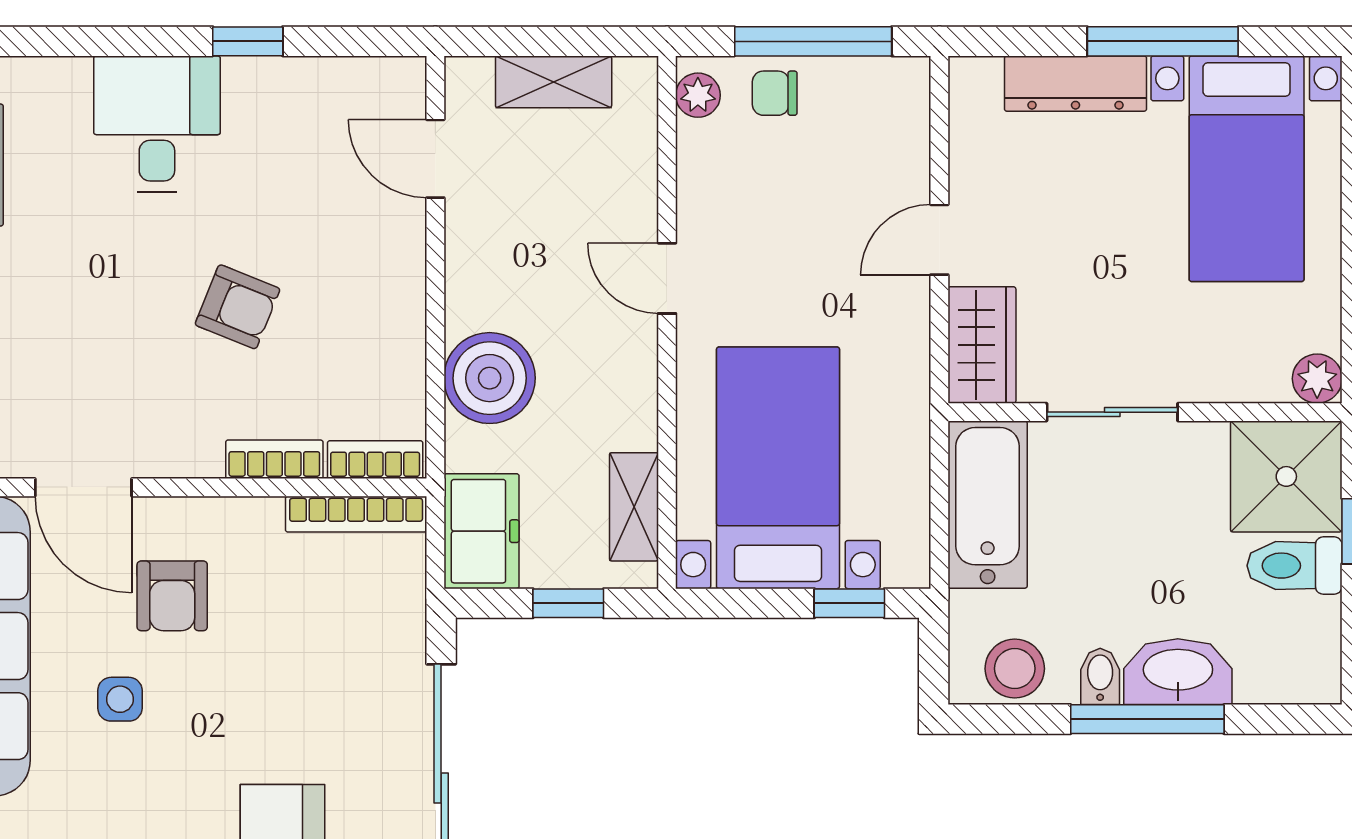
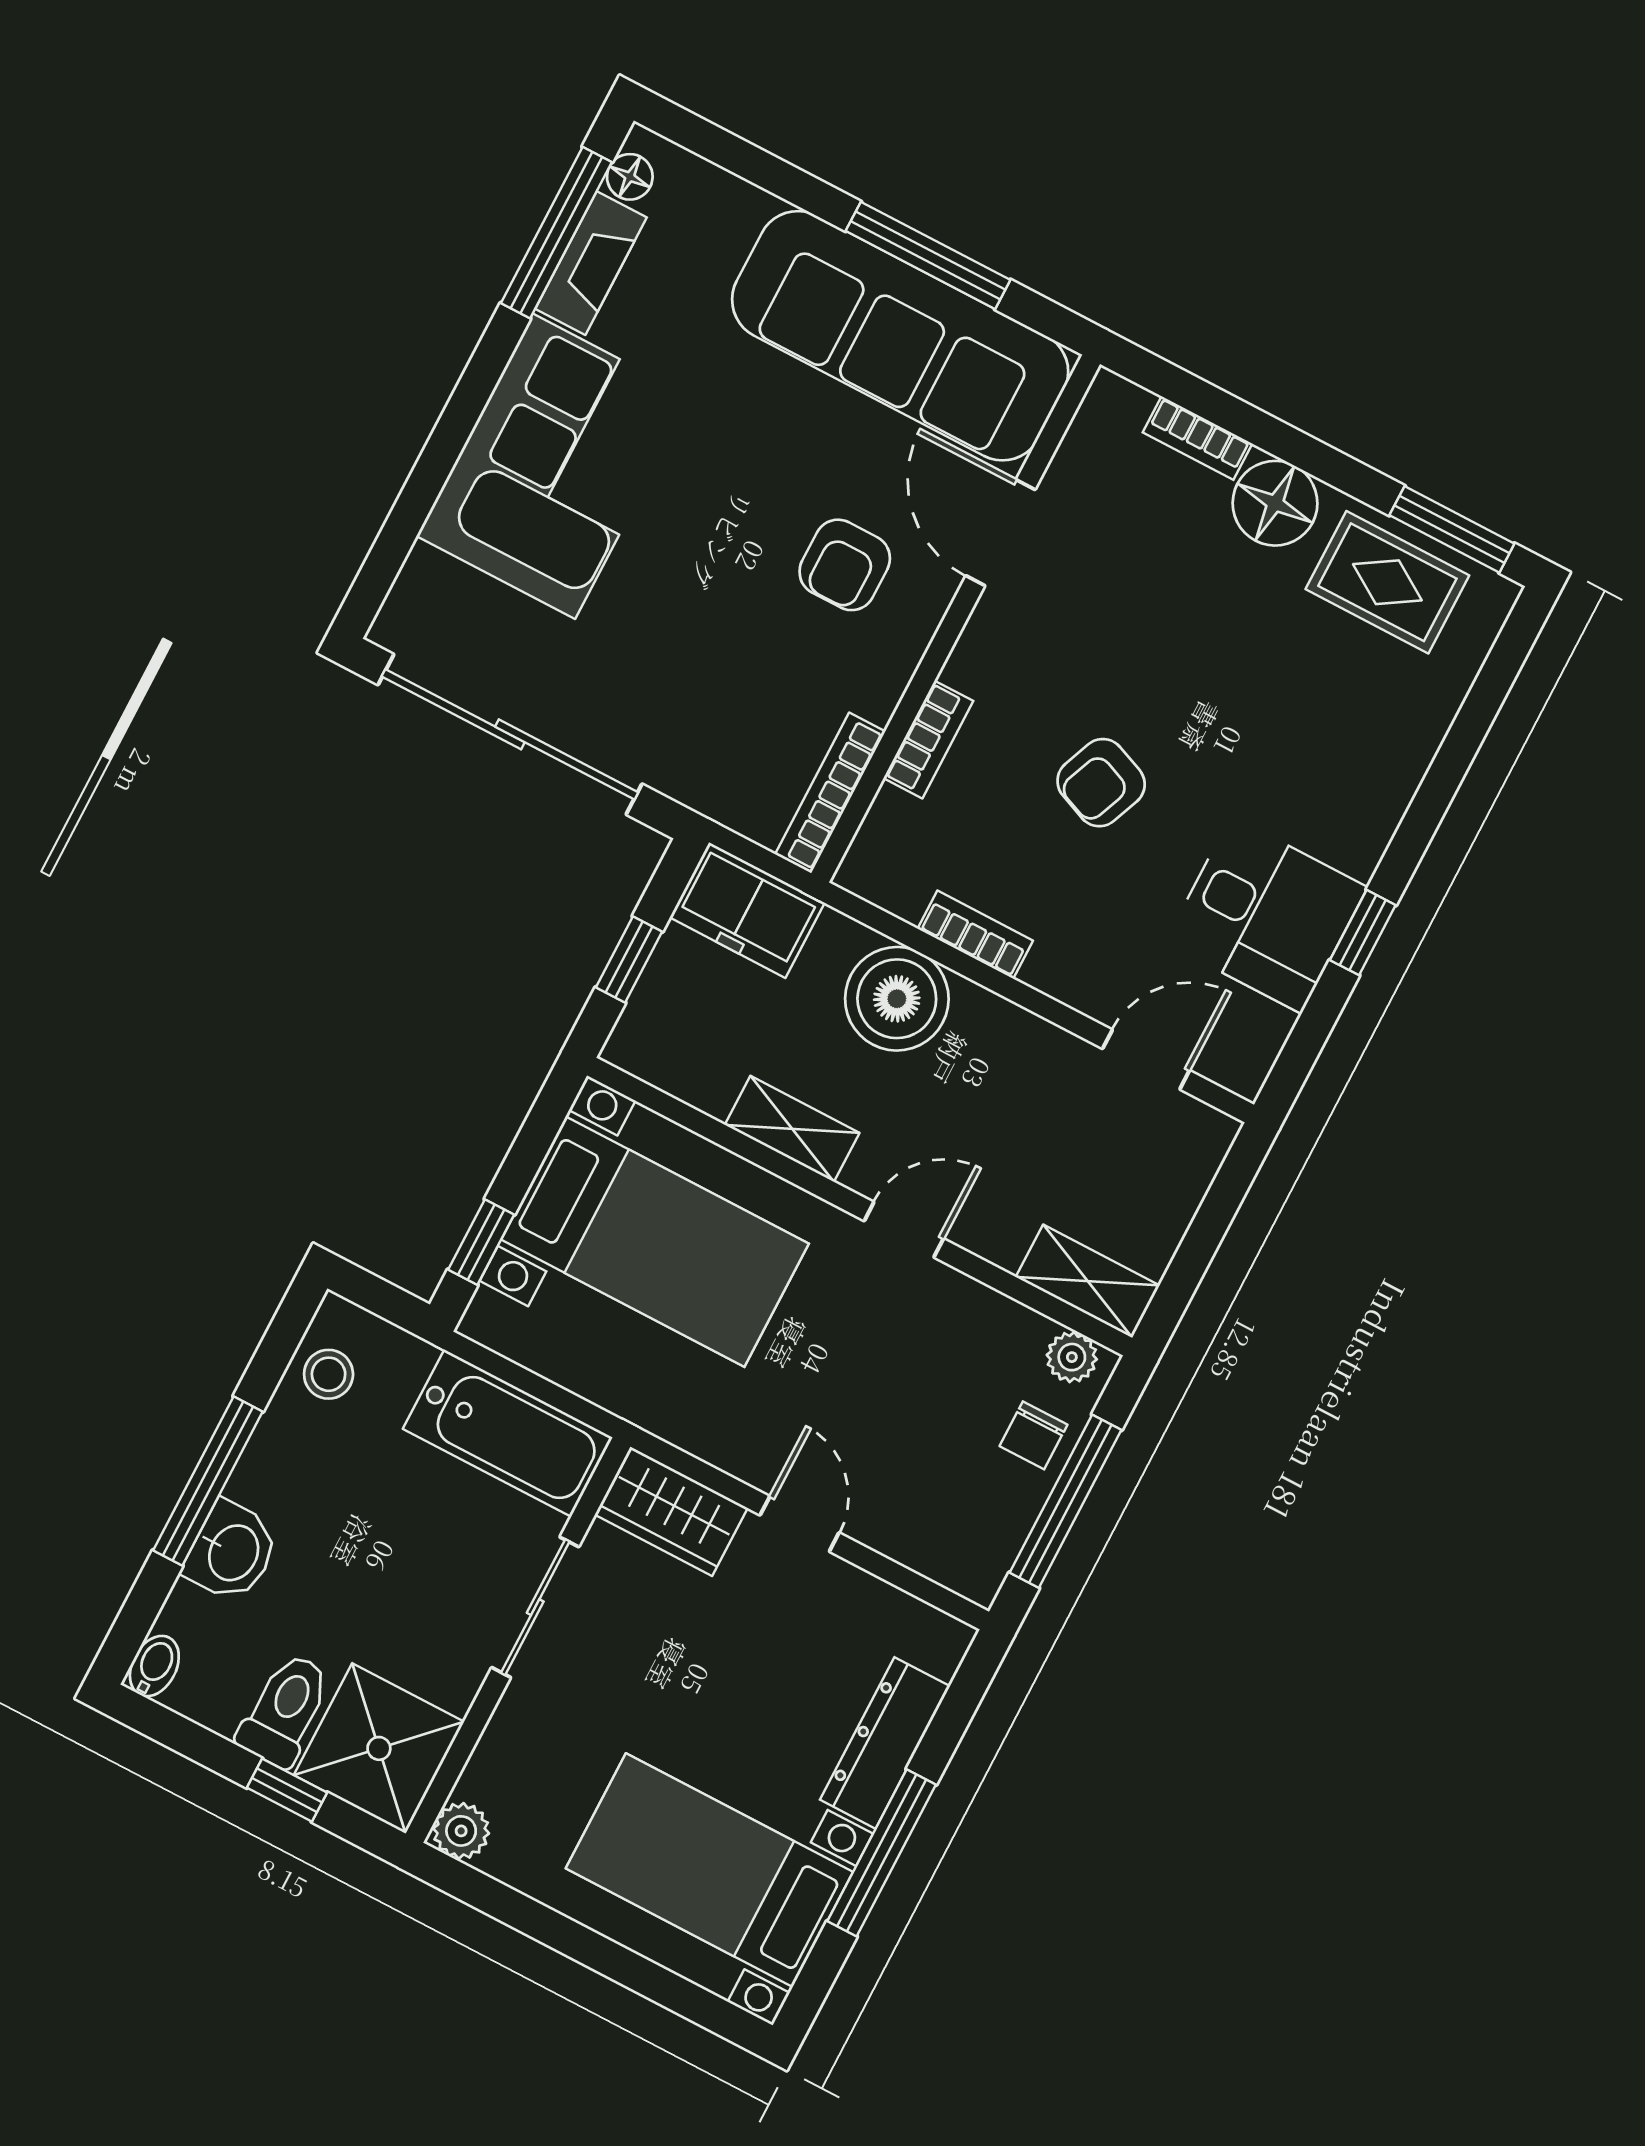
shelving: (554, 82) -> (1088, 1281), moved, turned 90
chair: (775, 93) -> (1033, 1435), turned 180
desk: (157, 124) -> (1266, 915), moved
bookcase: (375, 460) -> (975, 935), moved, turned -90
door: (83, 487) -> (1001, 533), hinge flipped
shelving: (634, 507) -> (792, 1129), moved
armchair: (172, 596) -> (845, 565), turned -90
stool: (1015, 669) -> (329, 1374), width x0.73, depth x0.73
washbasin: (1178, 672) -> (232, 1552), width x0.72
bidet: (1100, 676) -> (154, 1666), moved, turned -90
side table: (120, 699) -> (768, 458), removed

